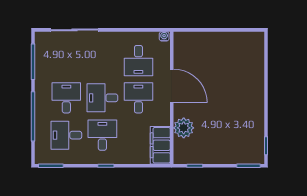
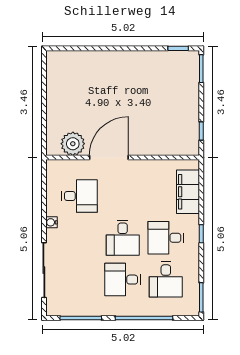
water cooler: (164, 36) -> (51, 222), moved
desk: (138, 98) -> (123, 196), removed
plant: (184, 128) -> (73, 144), moved
filing cabinet: (160, 145) -> (188, 192), moved, turned 90

